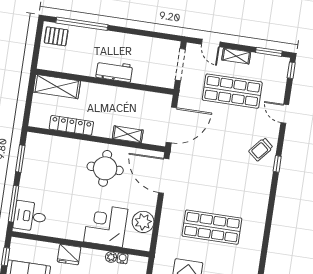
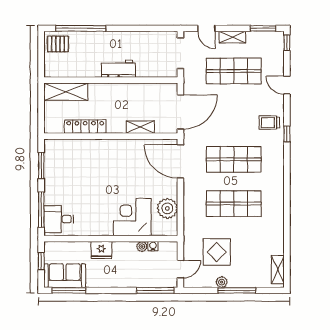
trolley: (261, 149) -> (269, 123), turned 50
round table: (105, 168) -> (123, 163), removed
shop shelf: (219, 182) -> (234, 159), added

